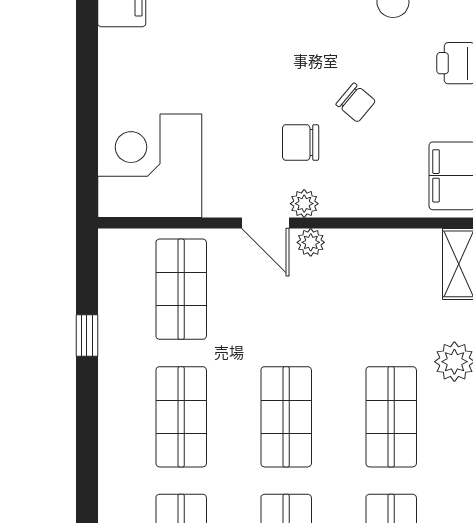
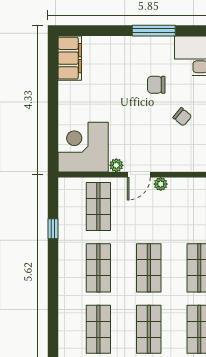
chair: (301, 142) -> (156, 85), moved
plant: (304, 204) -> (116, 165), moved
door: (265, 223) -> (139, 175), hinge flipped

